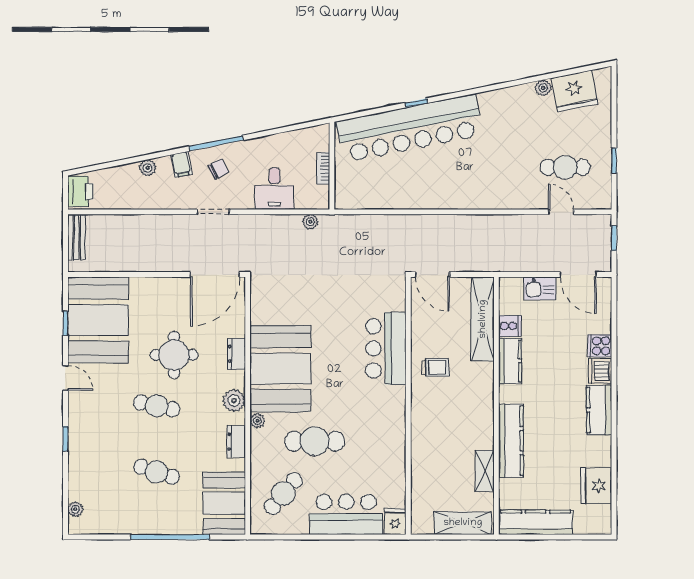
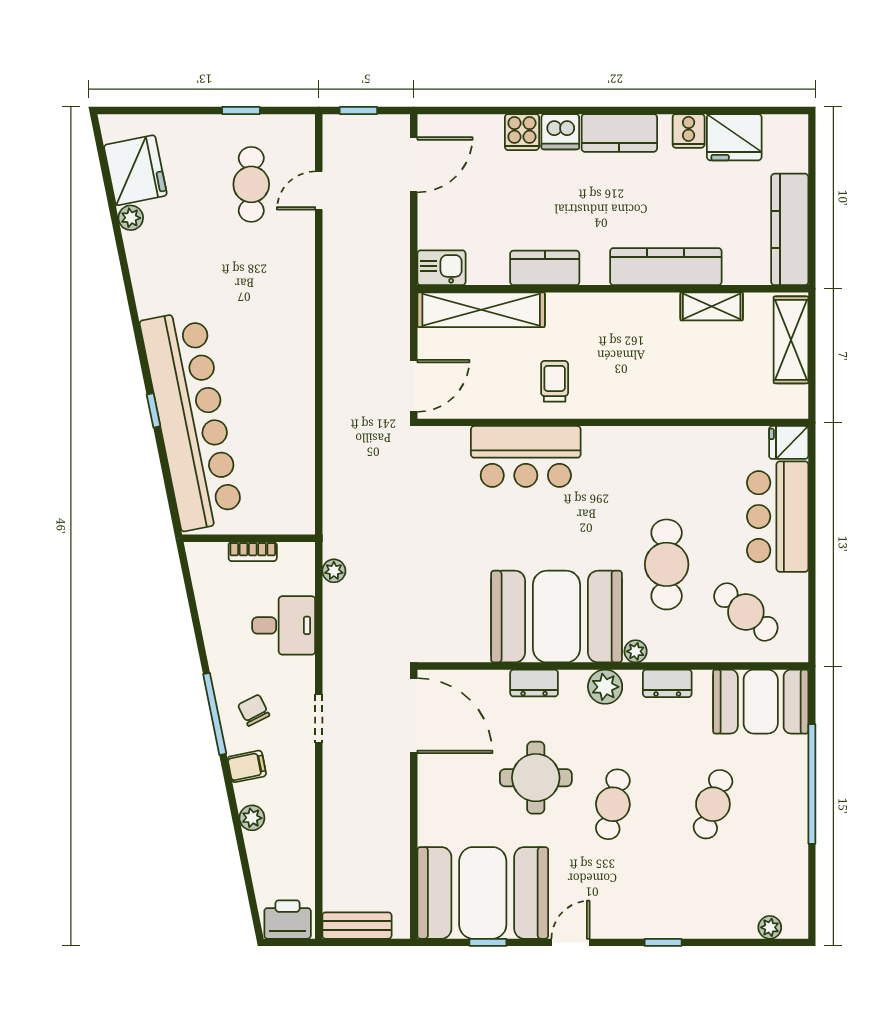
kitchen sink: (540, 288) -> (441, 268), moved, turned -90
cooker: (510, 326) -> (689, 131), moved, turned 180

